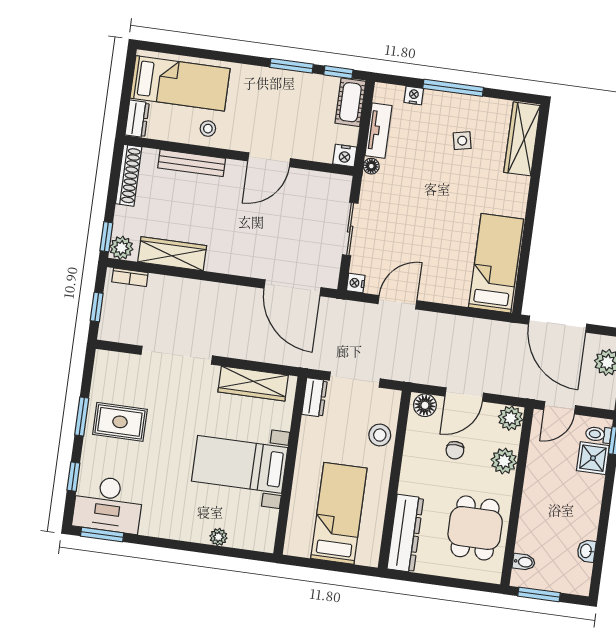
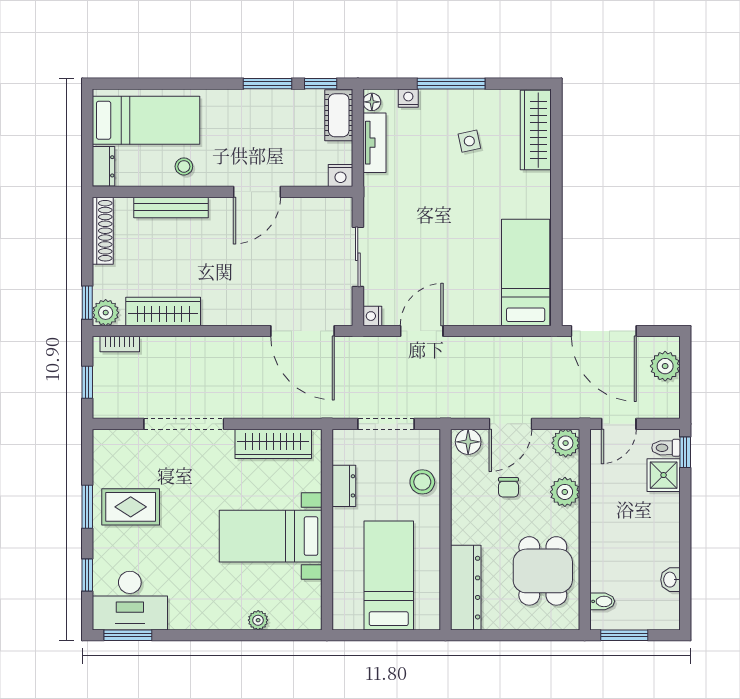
floor lamp: (371, 166) -> (372, 102), moved
dresser: (314, 397) -> (344, 486), moved

